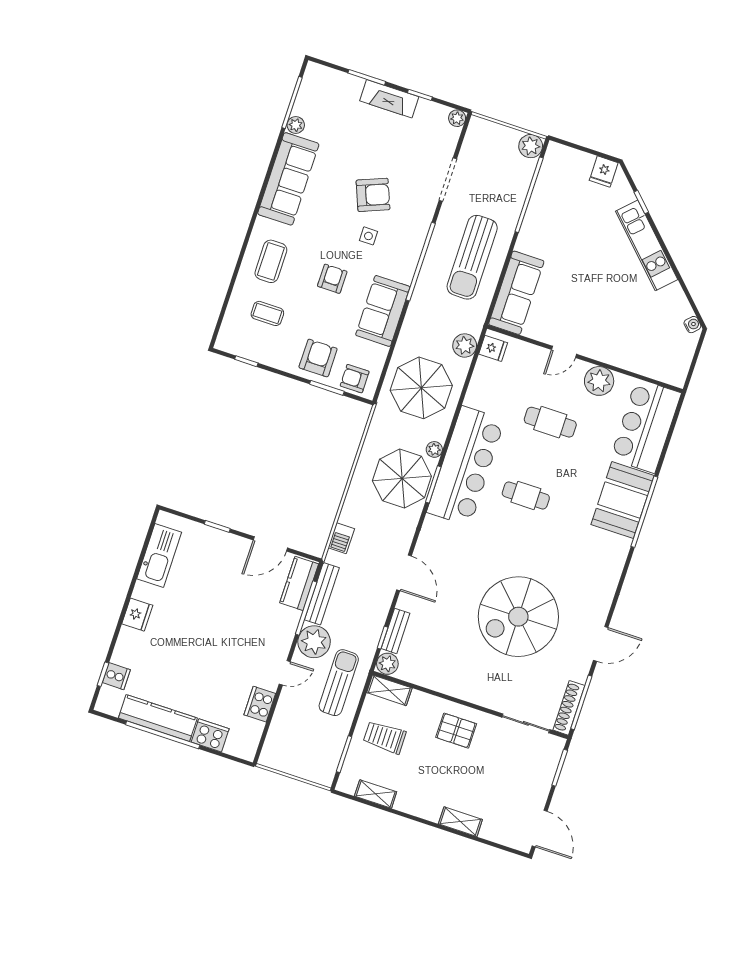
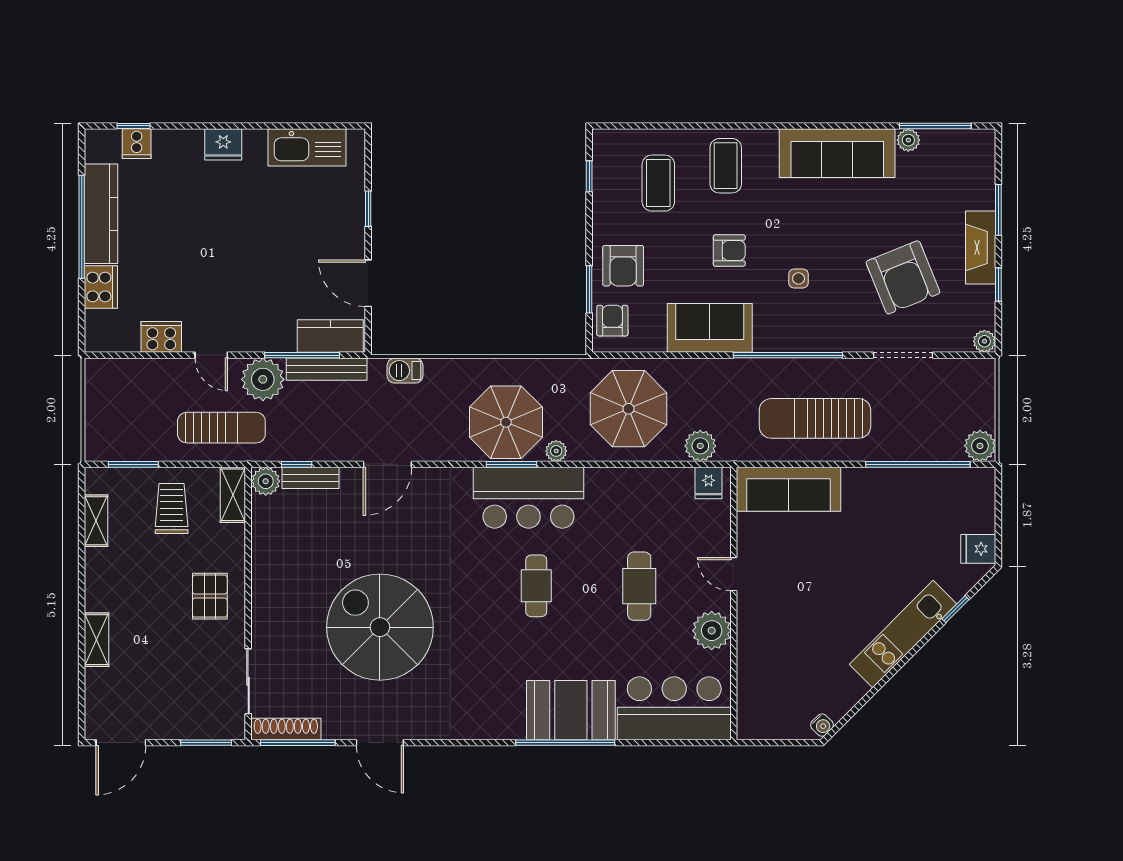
armchair: (373, 195) -> (903, 277), moved, width x1.36, depth x1.36
coffee table: (271, 261) -> (726, 166), turned 90
coffee table: (267, 313) -> (658, 183), width x1.36, depth x1.30
armchair: (318, 358) -> (623, 266), turned 90
bar counter: (466, 466) -> (528, 498), width x0.73

